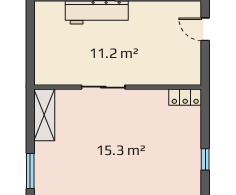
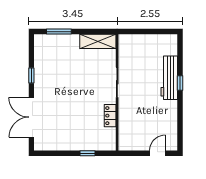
locker: (185, 97) -> (110, 116), moved
window: (205, 159) -> (87, 153), moved

